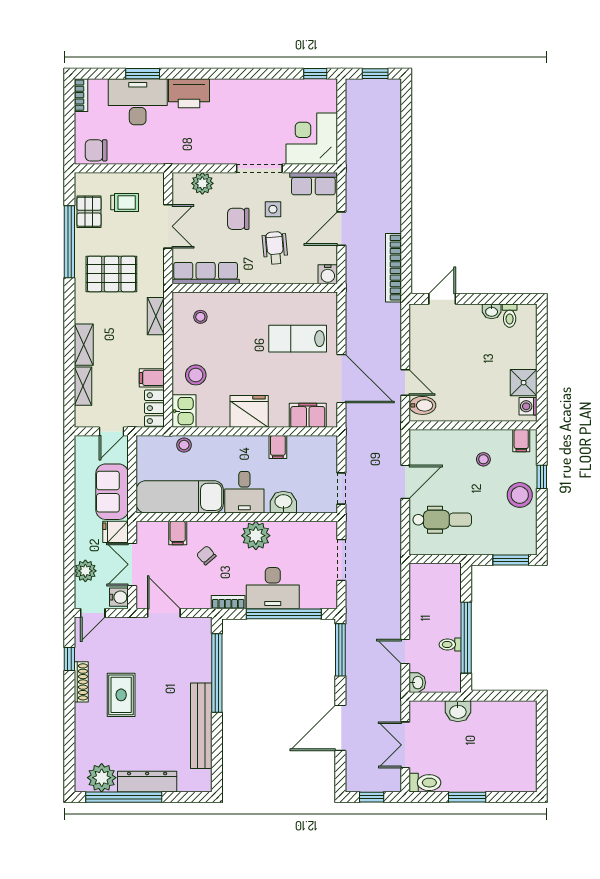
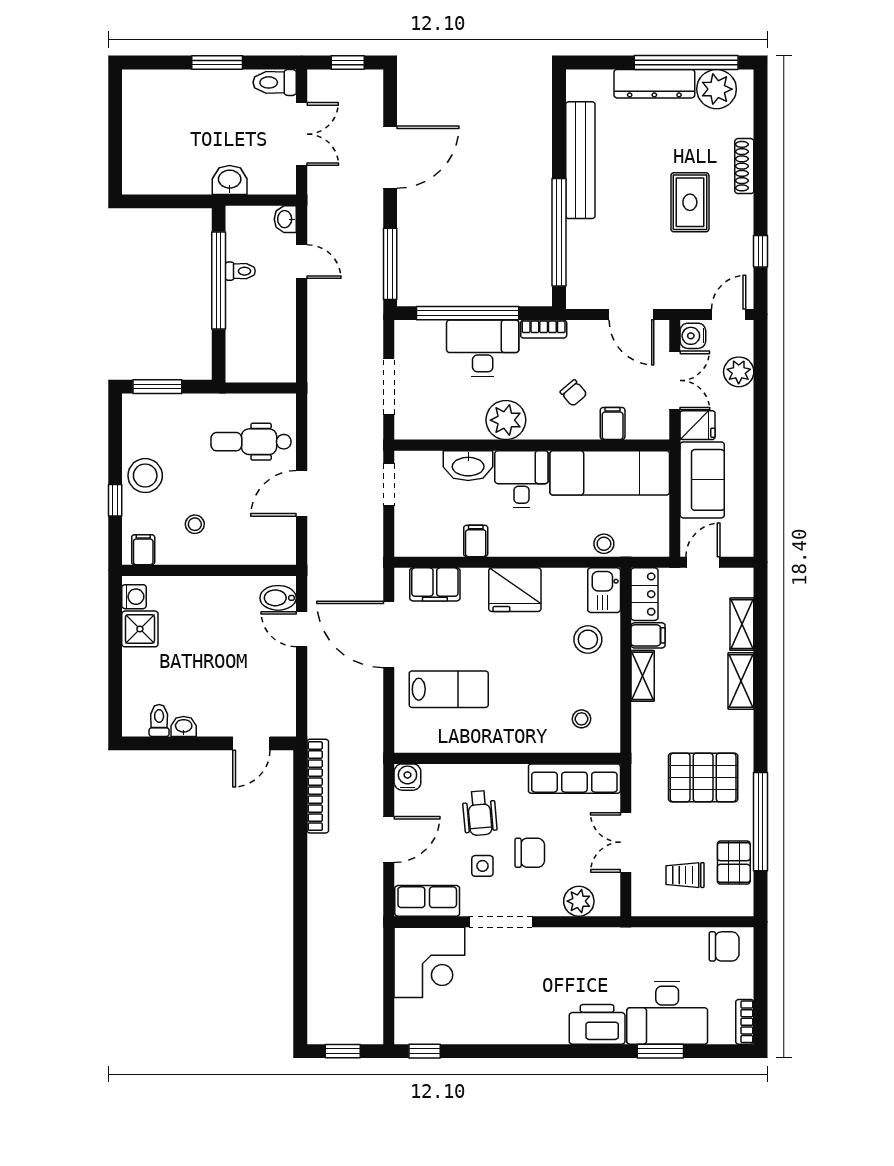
shelving: (156, 316) -> (643, 676), moved
washbasin: (283, 502) -> (468, 466), width x1.38
shoe rack: (81, 682) -> (744, 166), moved

